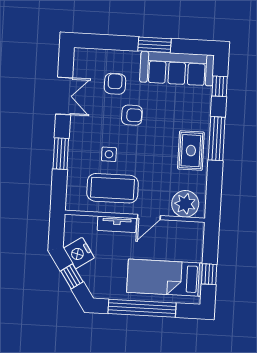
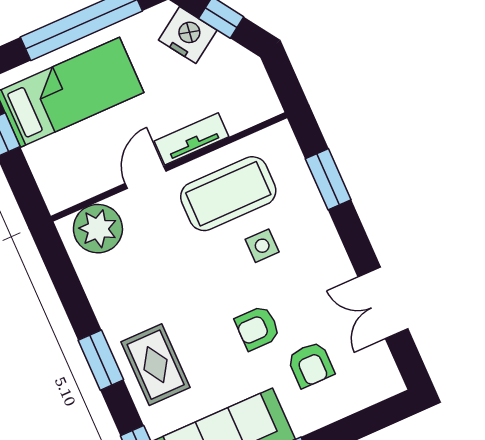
window: (217, 139) -> (101, 360), width x0.69
rug: (191, 151) -> (156, 365), moved
window: (61, 154) -> (328, 179), moved
nightstand: (79, 253) -> (188, 35), moved

